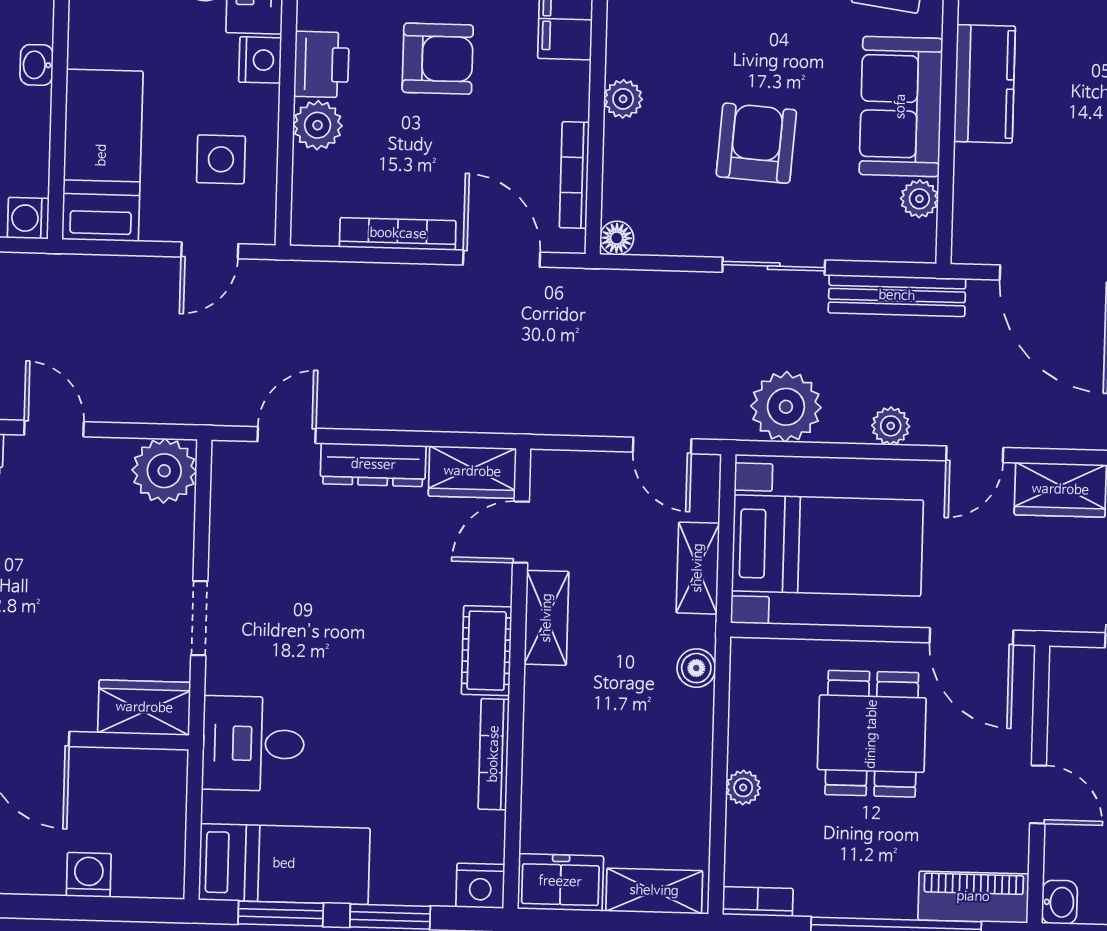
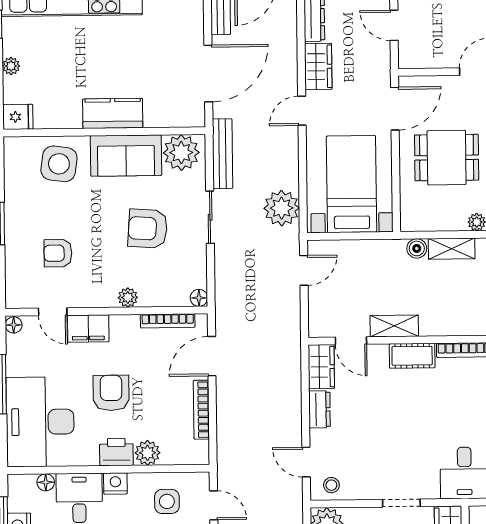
plant: (919, 199) -> (181, 153), width x1.87, depth x1.87
plant: (891, 426) -> (289, 154), removed
door: (975, 454) -> (302, 111), swing flipped
dresser: (373, 465) -> (319, 409), width x0.70
stool: (240, 483) -> (331, 485), added
shelving: (698, 568) -> (452, 249), moved

